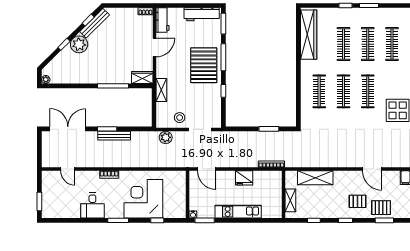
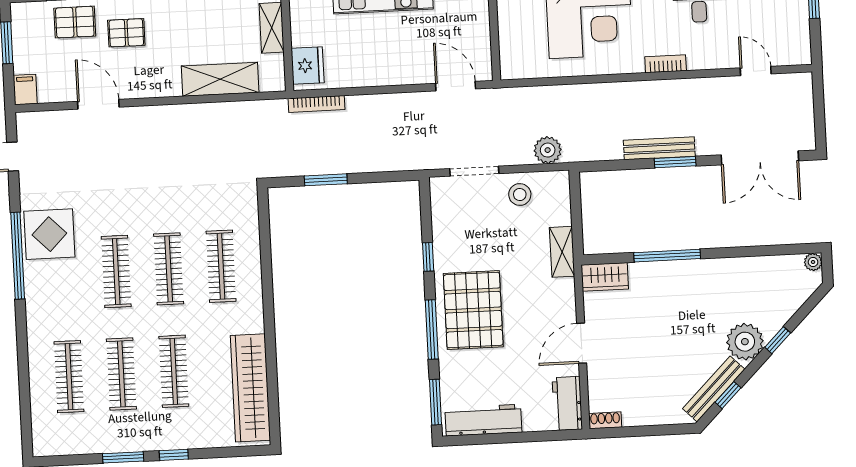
fridge: (244, 178) -> (308, 66), moved, turned 90

